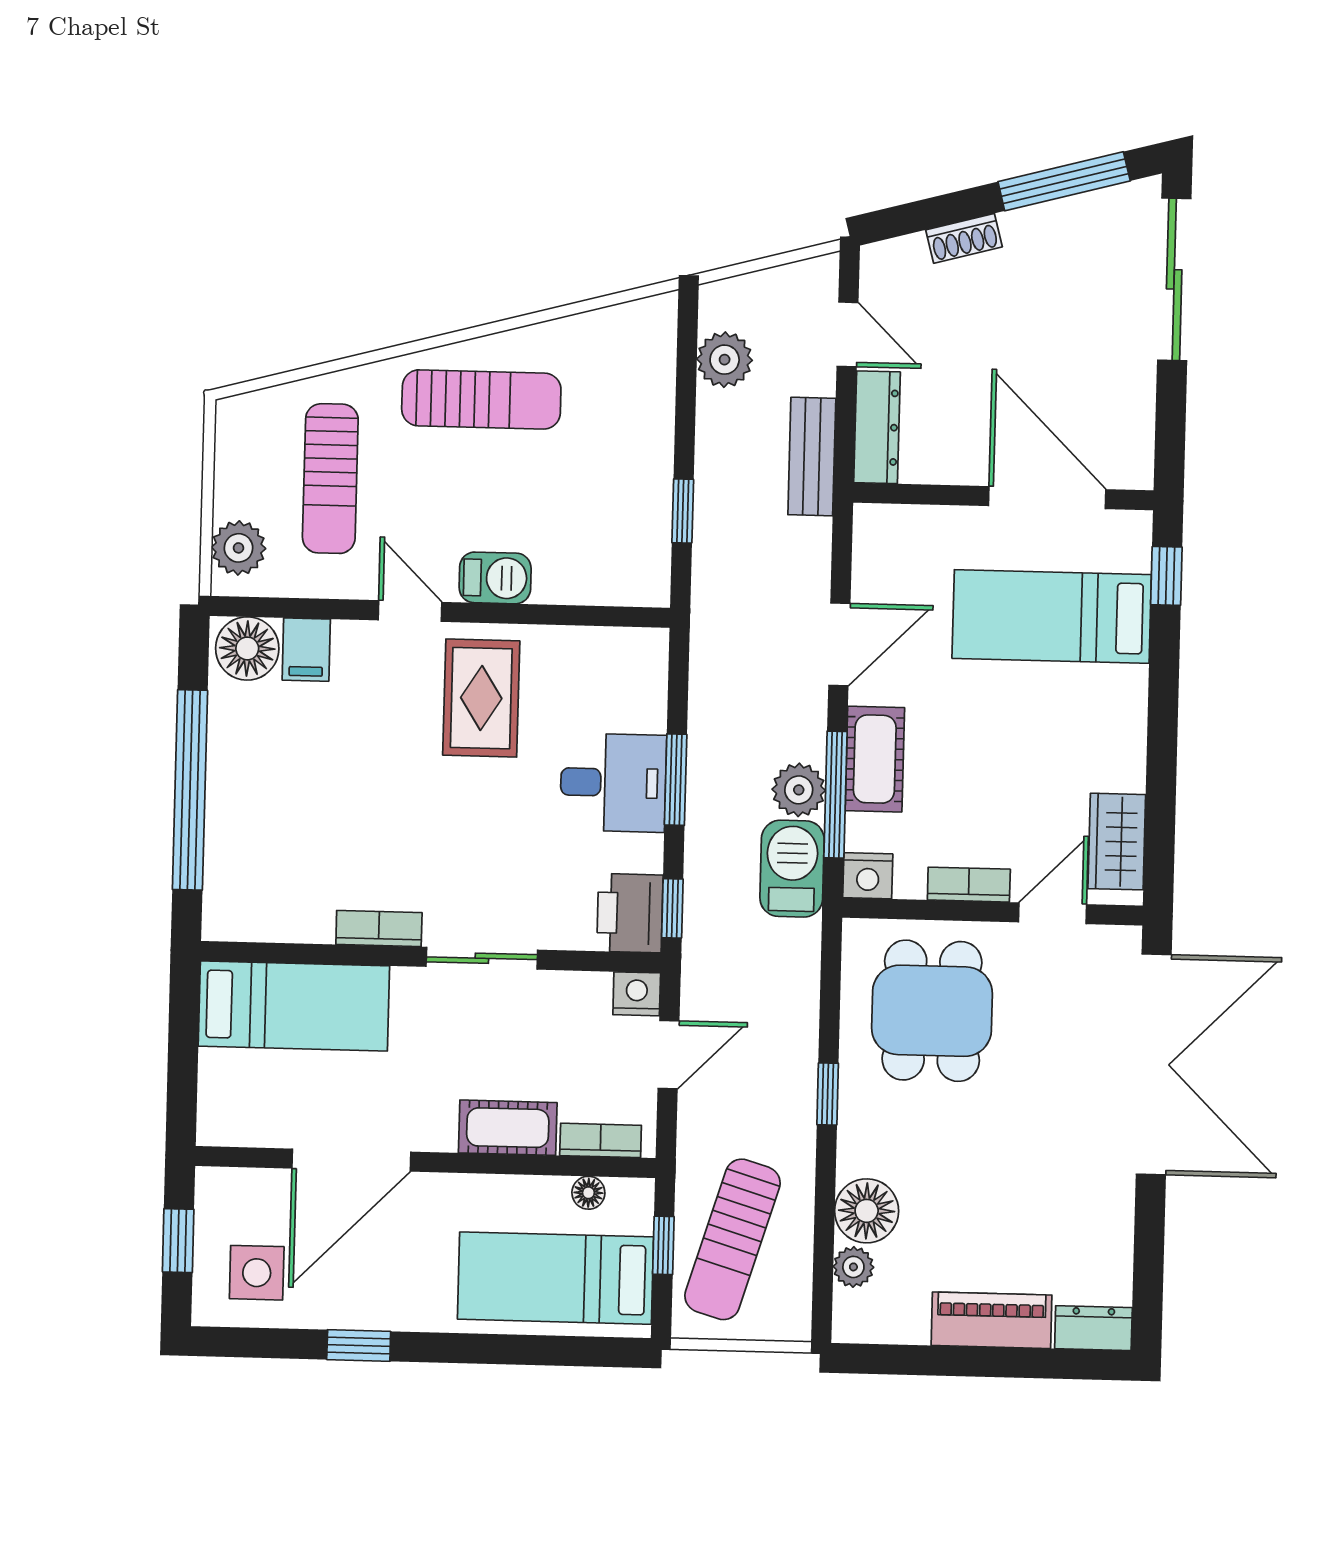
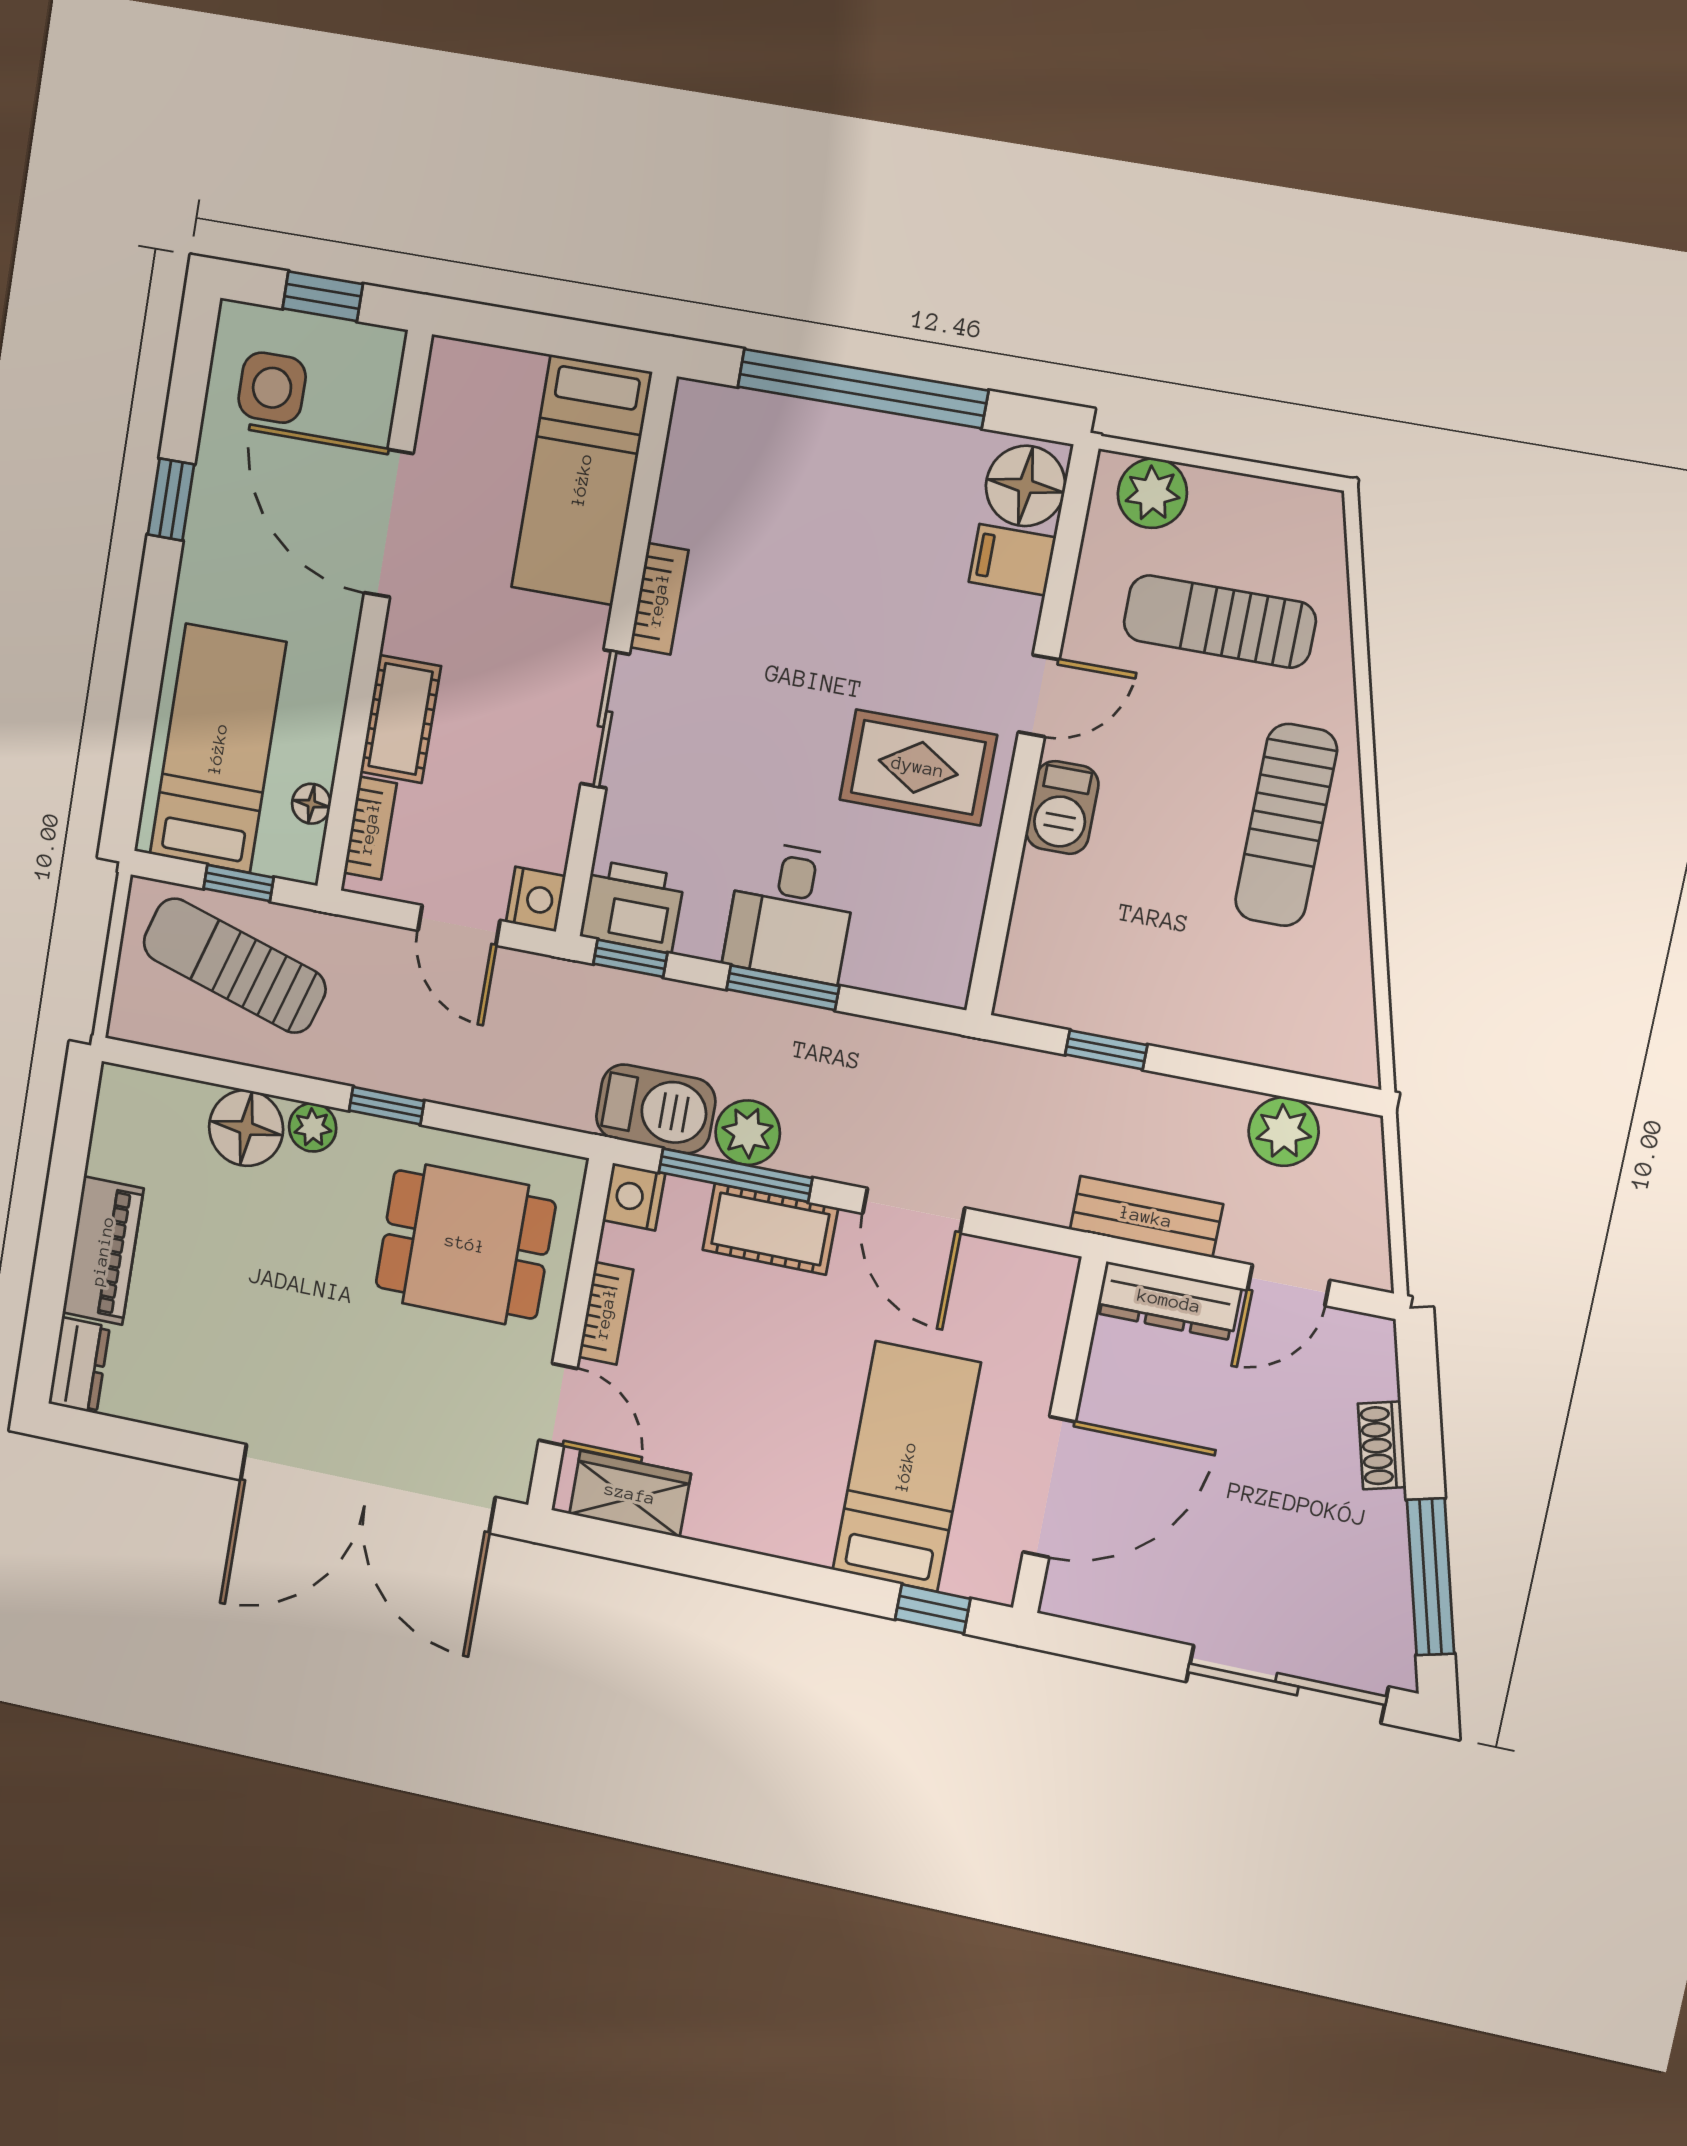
plant: (853, 1267) -> (313, 1127), moved

